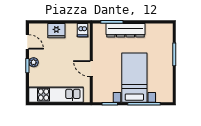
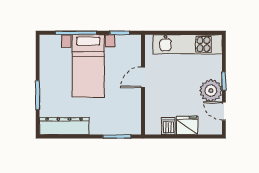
dishwasher: (83, 30) -> (168, 126), moved
dresser: (125, 30) -> (64, 126), moved
plant: (34, 62) -> (211, 91), width x1.88, depth x1.88
door: (91, 69) -> (143, 77), swing flipped

